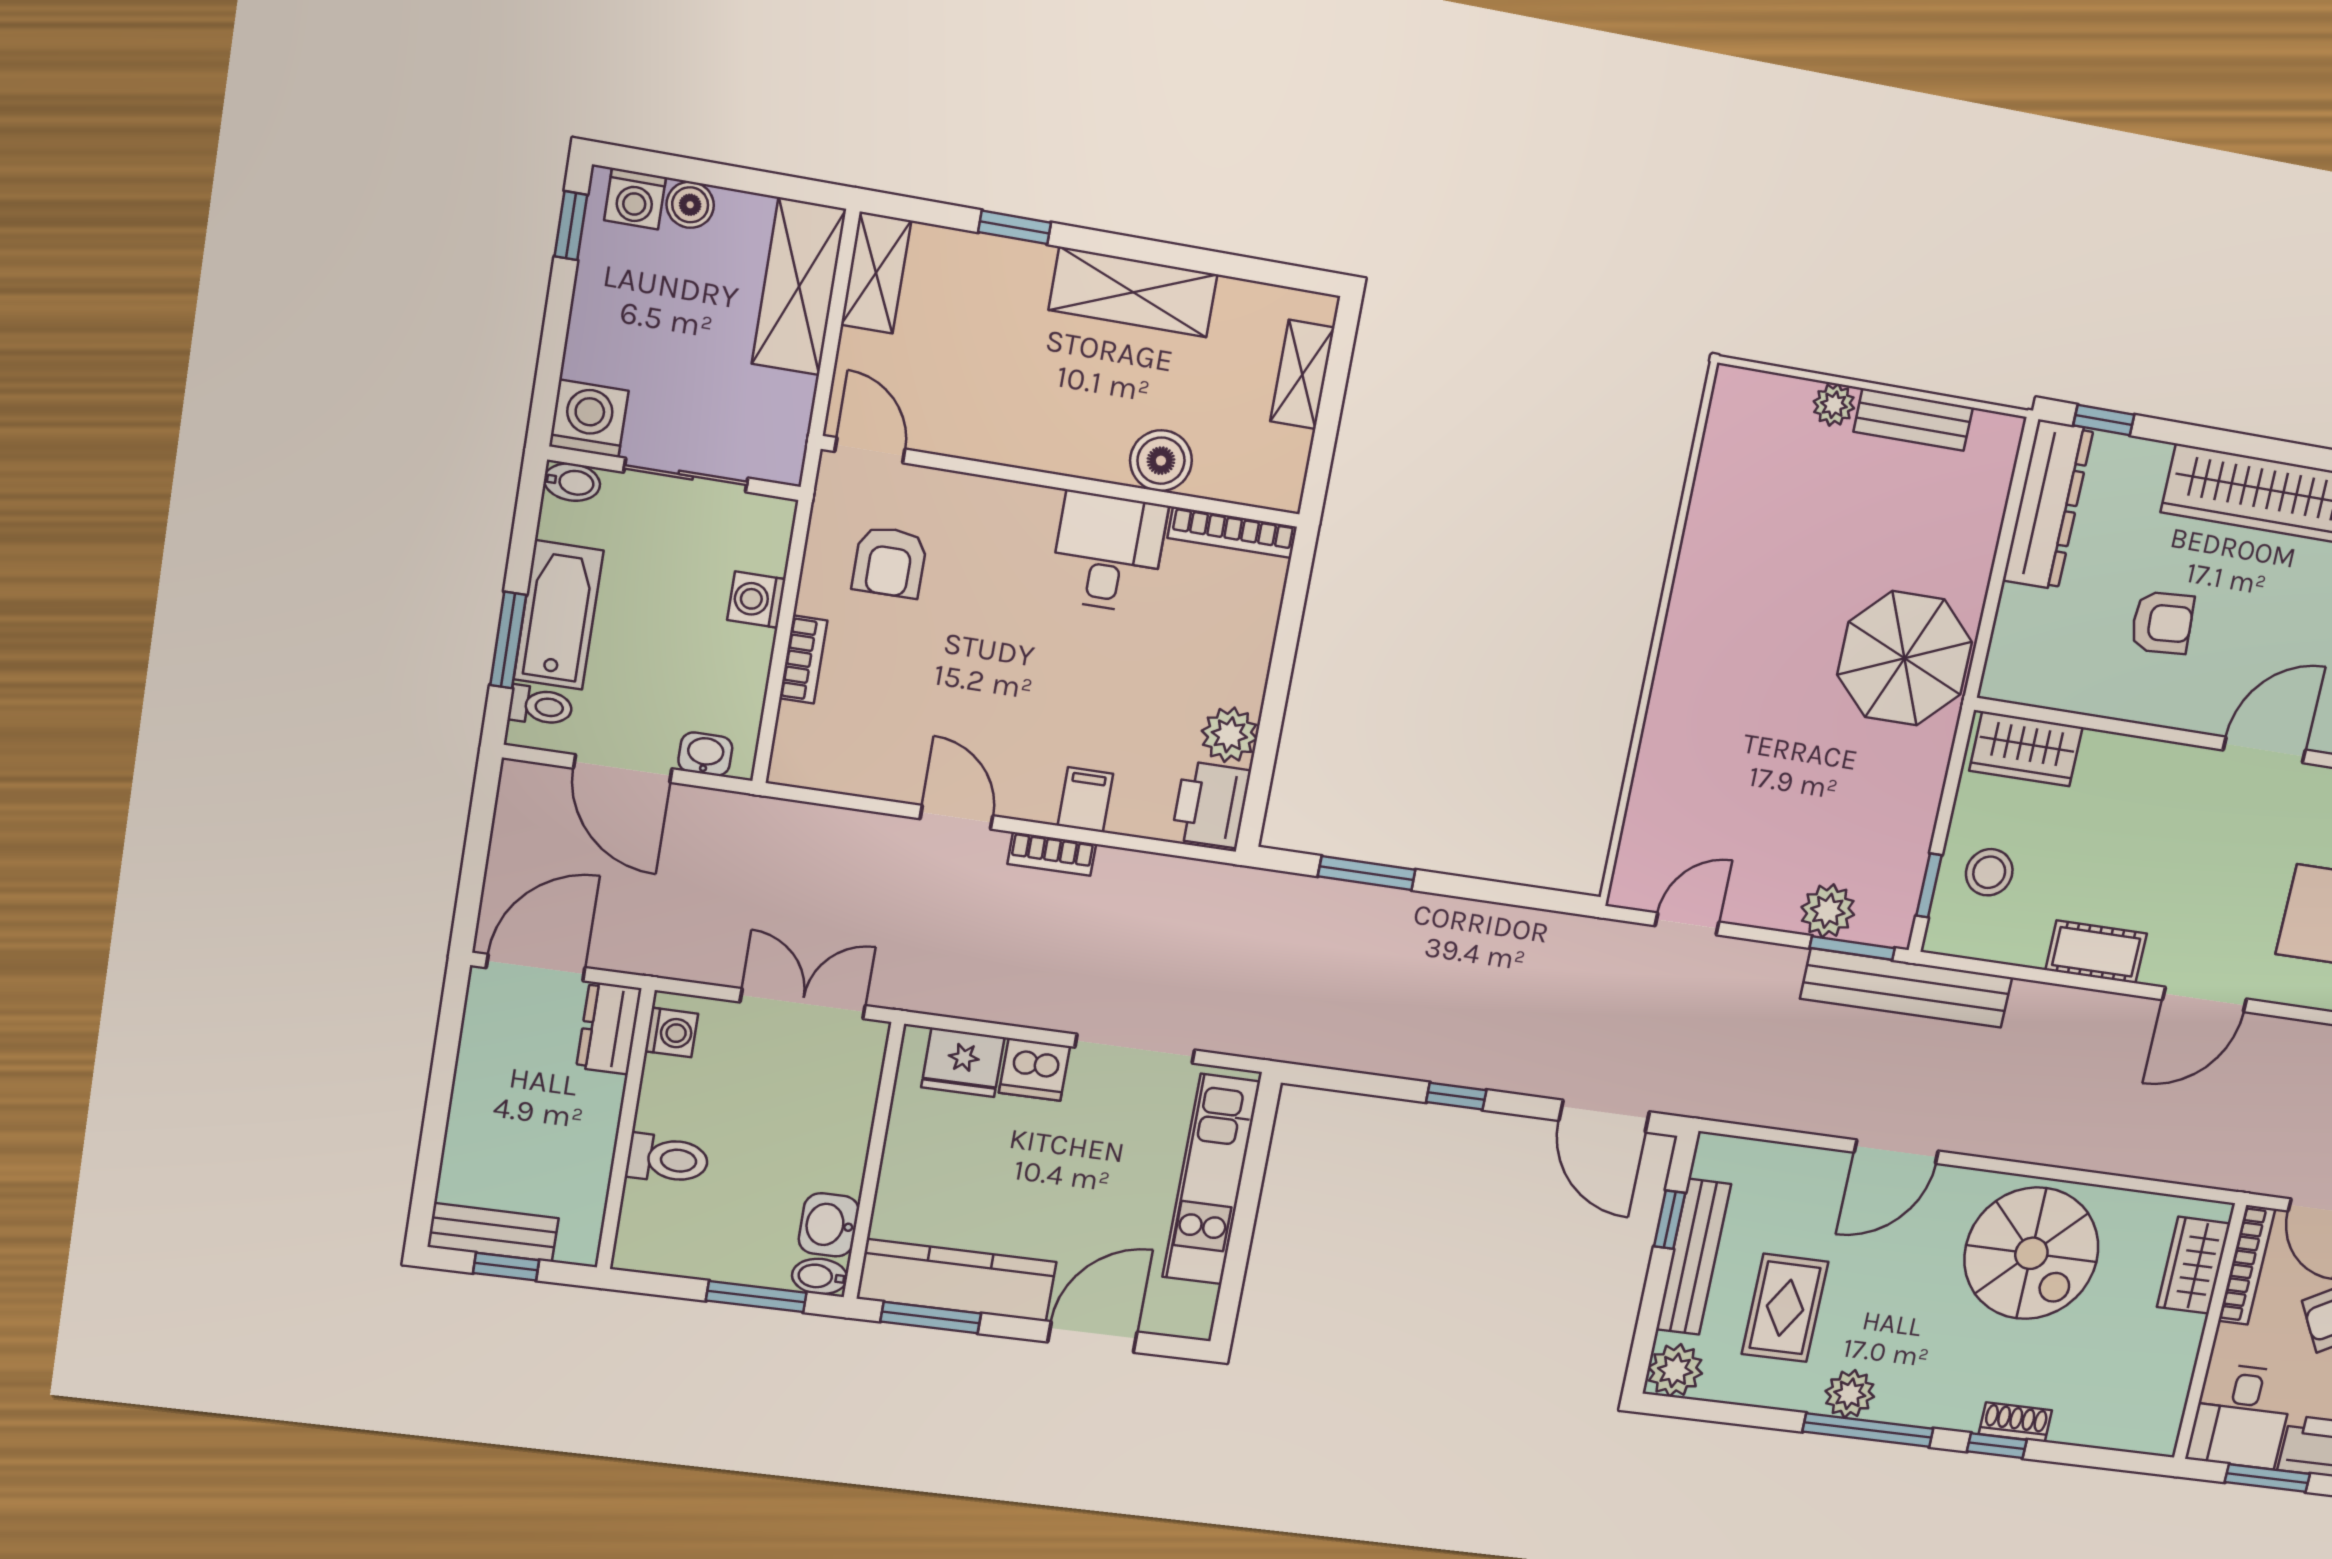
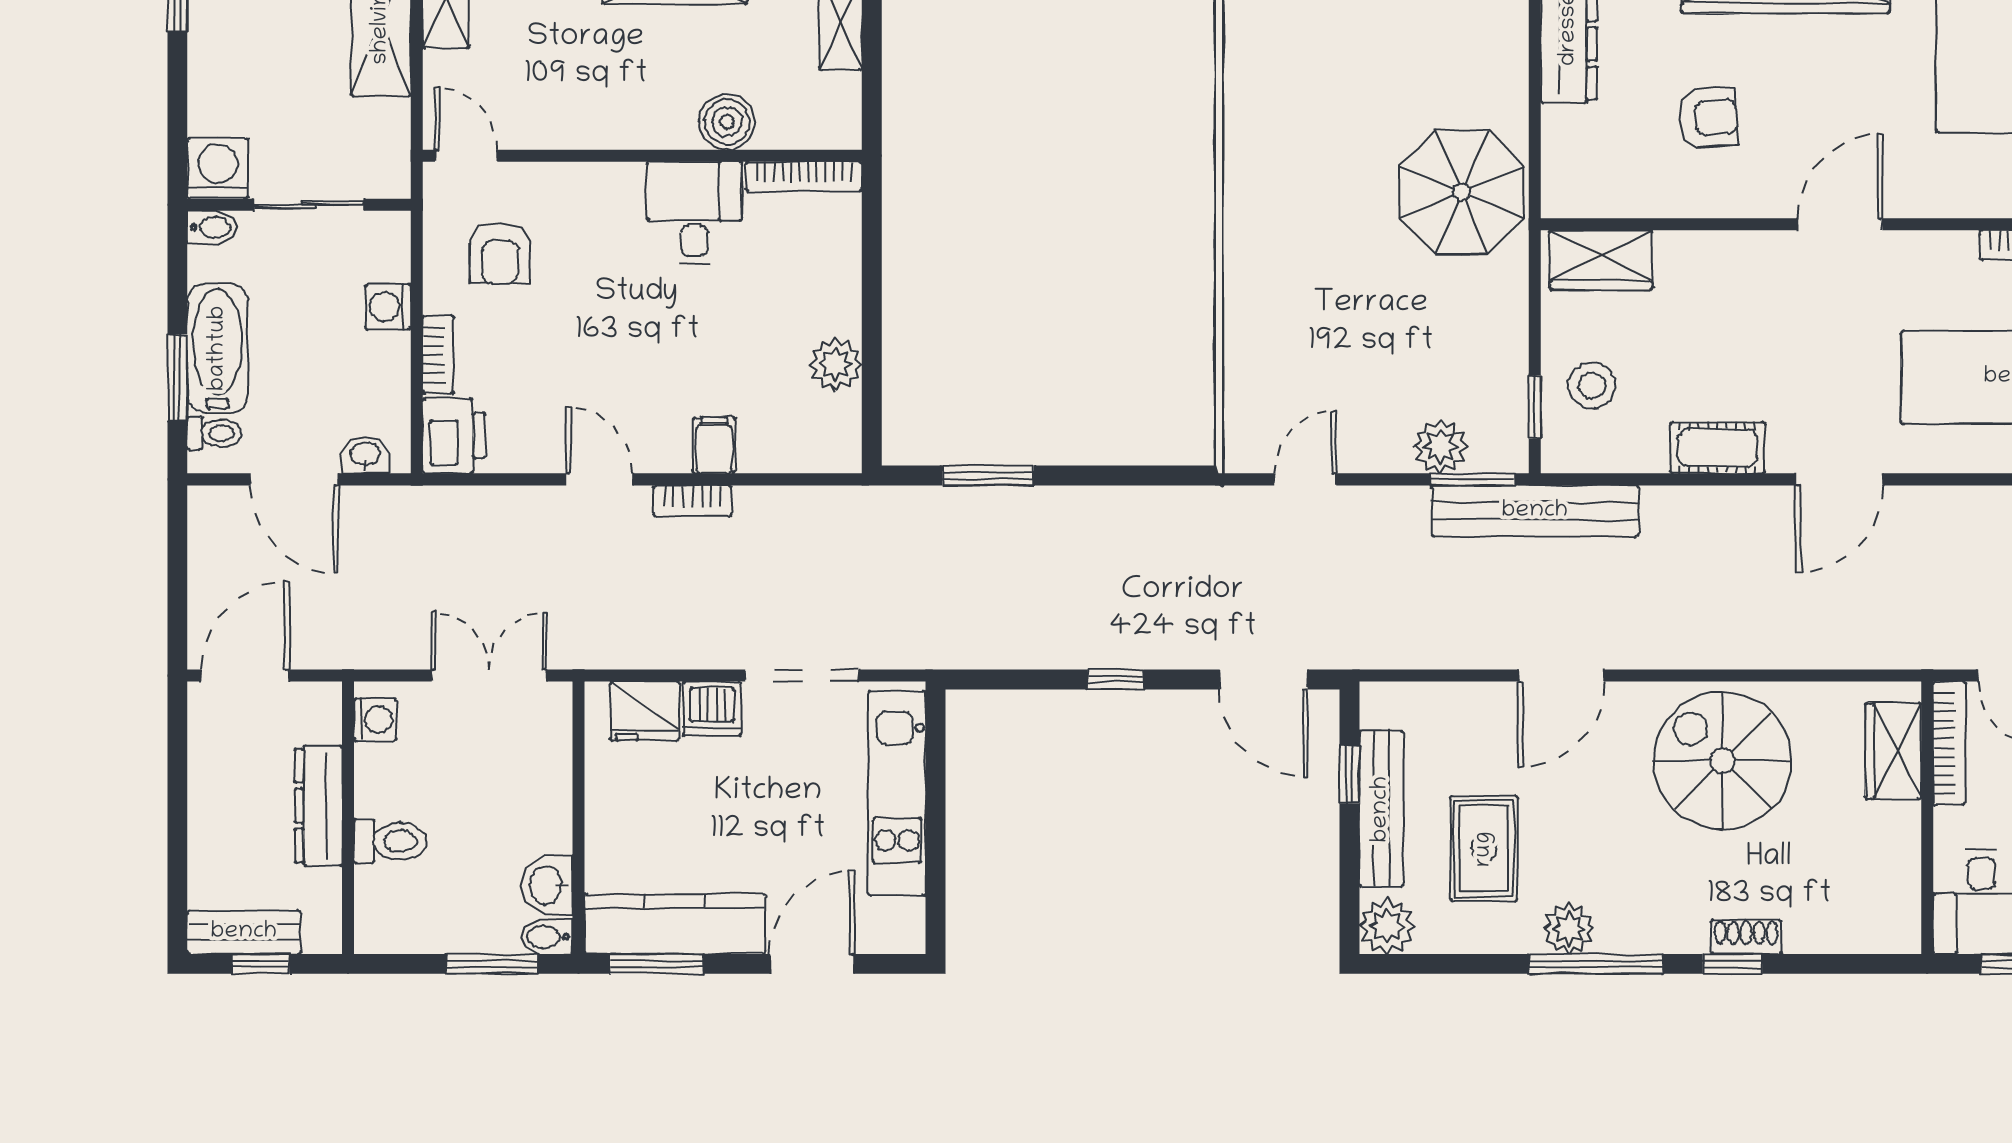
printer: (1211, 805) -> (454, 435), moved, turned 180
dresser: (609, 1028) -> (319, 806), moved, width x1.44
spiral stairs: (2031, 1253) -> (1722, 760), turned 180

